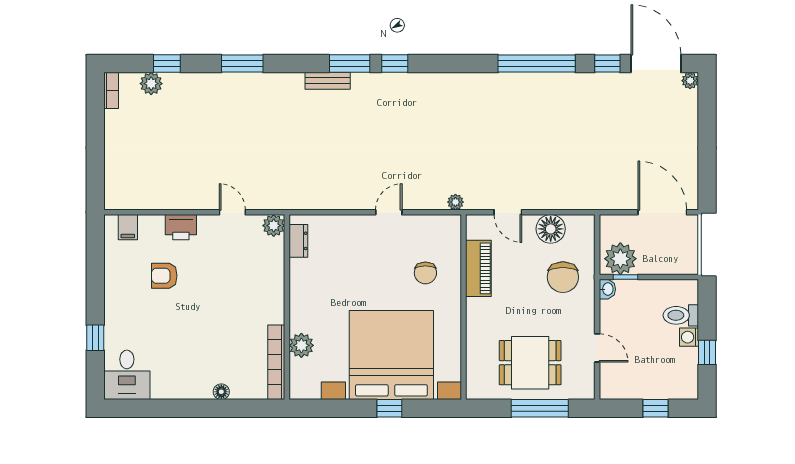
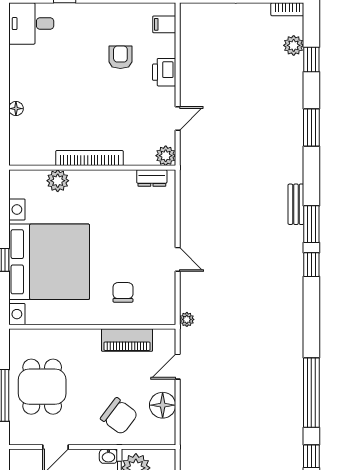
chair: (425, 273) -> (123, 292), turned 90
chair: (563, 277) -> (119, 416), turned -143
bookcase: (276, 362) -> (89, 158), moved

